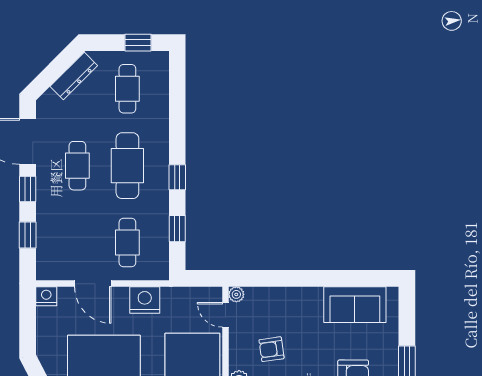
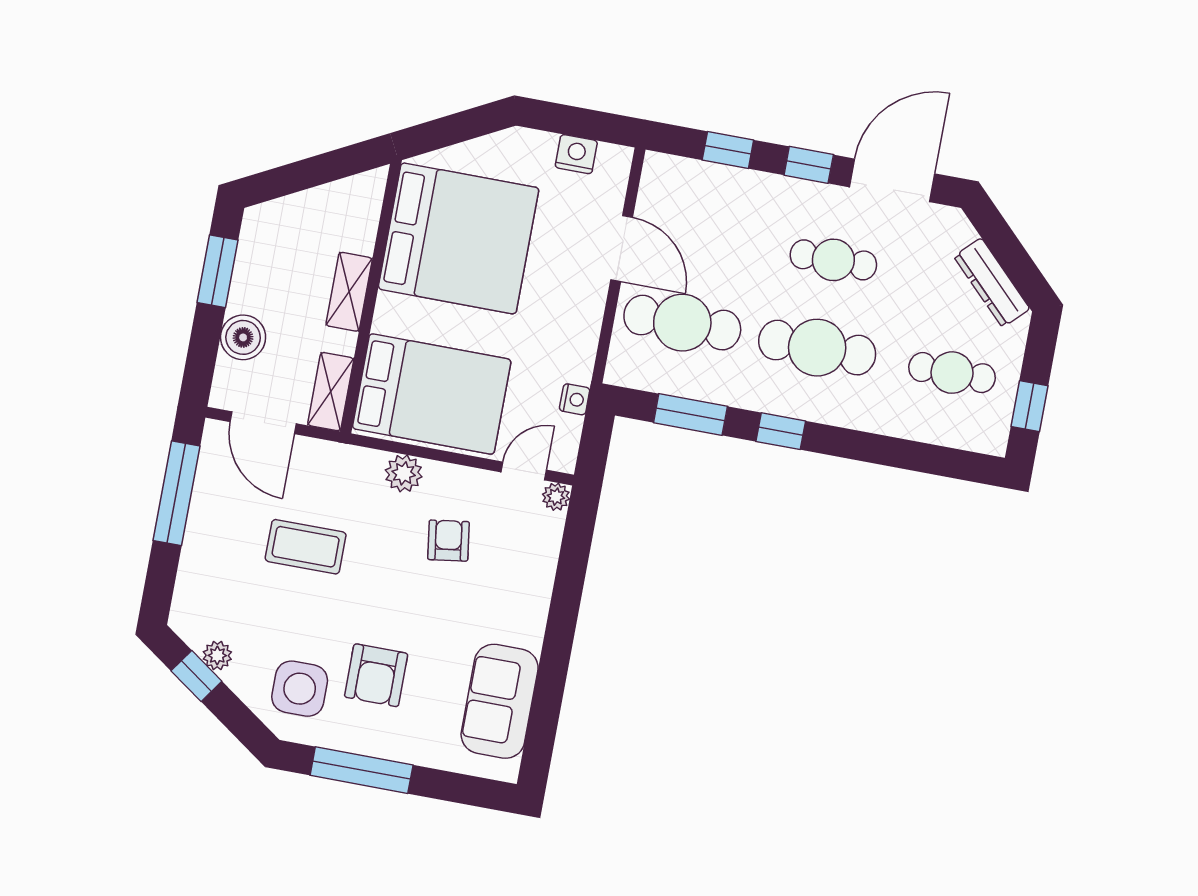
window: (177, 229) -> (690, 415), width x1.50
cafe table: (127, 243) -> (682, 323), width x1.37, depth x1.35
door: (93, 284) -> (622, 249), swing flipped
nightstand: (46, 296) -> (576, 154), moved, turned -90
nightstand: (145, 300) -> (575, 399), moved, width x0.53, depth x0.56

